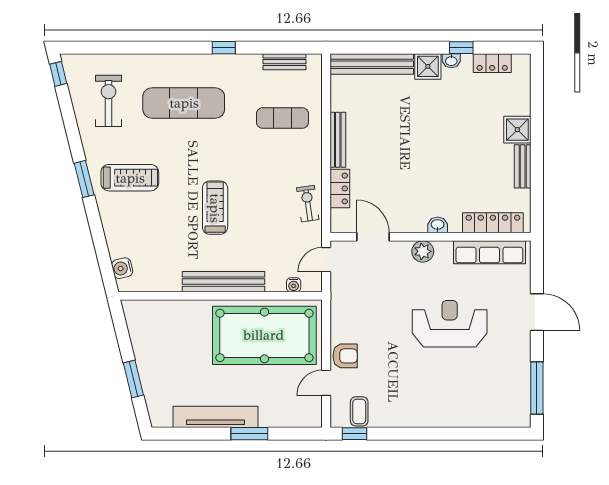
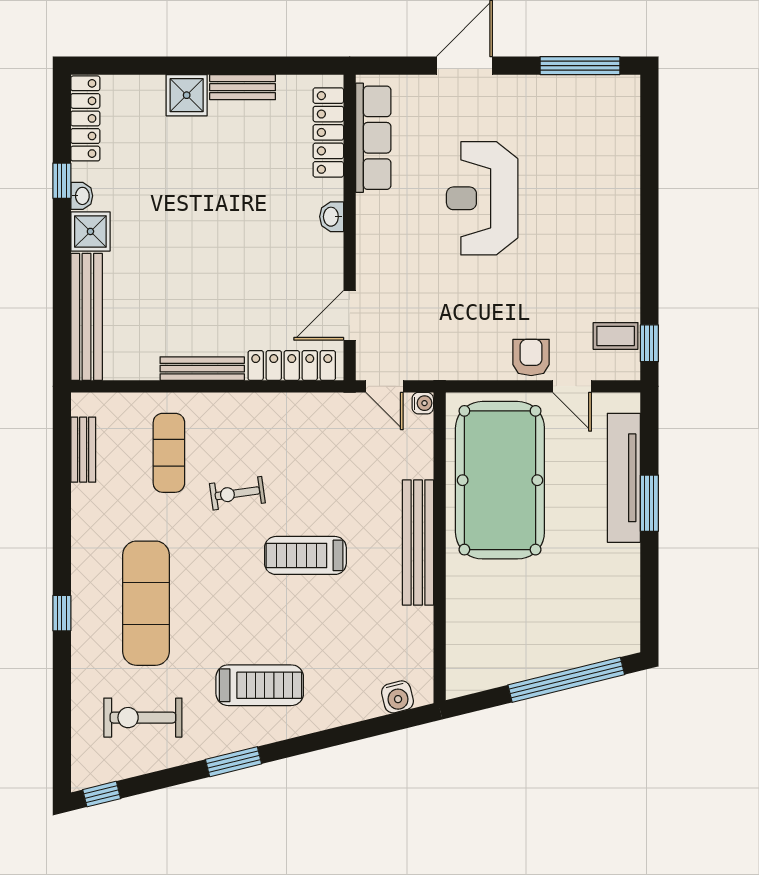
window: (224, 48) -> (62, 613), moved
locker: (492, 63) -> (85, 118), width x1.53
treadmill: (130, 178) -> (260, 685), turned 90
window: (84, 179) -> (233, 762), moved
locker: (340, 188) -> (292, 365), width x1.53
exercise bike: (308, 204) -> (237, 493), moved
plant: (423, 251) -> (372, 239), removed
water cooler: (294, 285) -> (423, 403), moved
window: (133, 379) -> (566, 680), width x2.11
tv unit: (216, 417) -> (624, 478), moved

